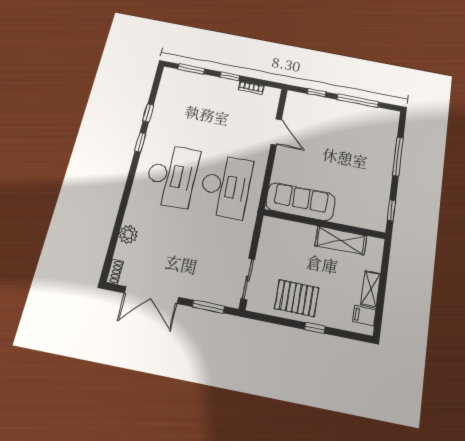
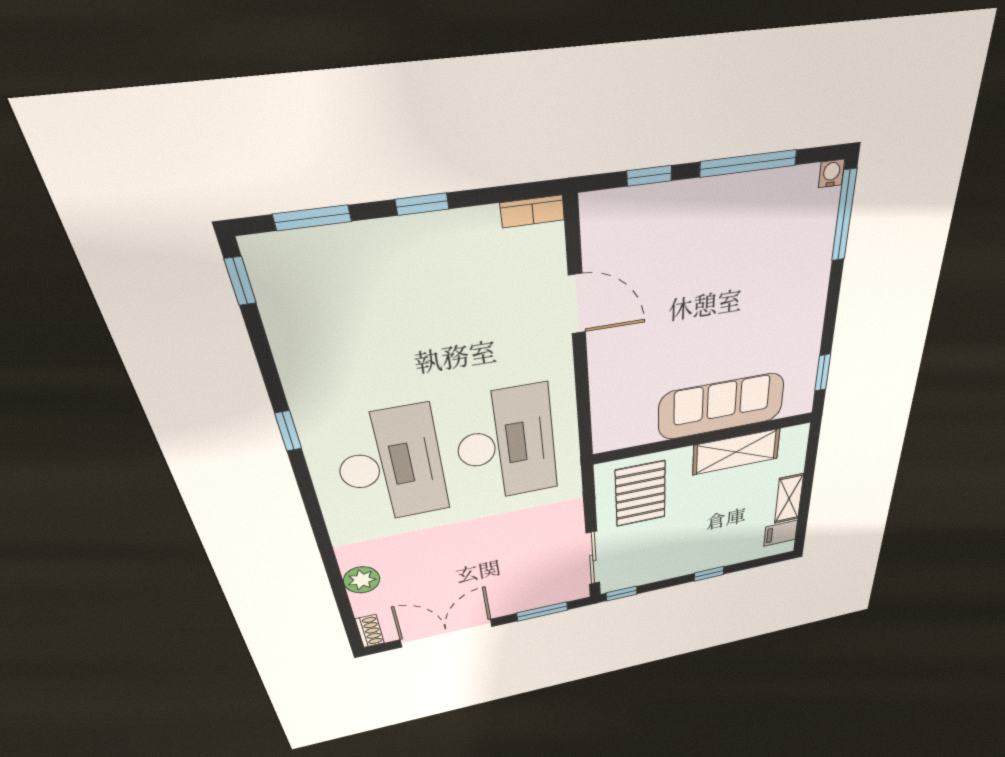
bookcase: (251, 88) -> (532, 211), moved
window: (148, 113) -> (240, 281), moved
water cooler: (394, 115) -> (831, 173), added
window: (398, 156) -> (844, 216), moved
sofa: (301, 202) -> (721, 406), moved
double door: (151, 295) -> (447, 633), swing flipped
pallet: (297, 298) -> (641, 494), moved, turned 90
window: (258, 316) -> (622, 594), added

